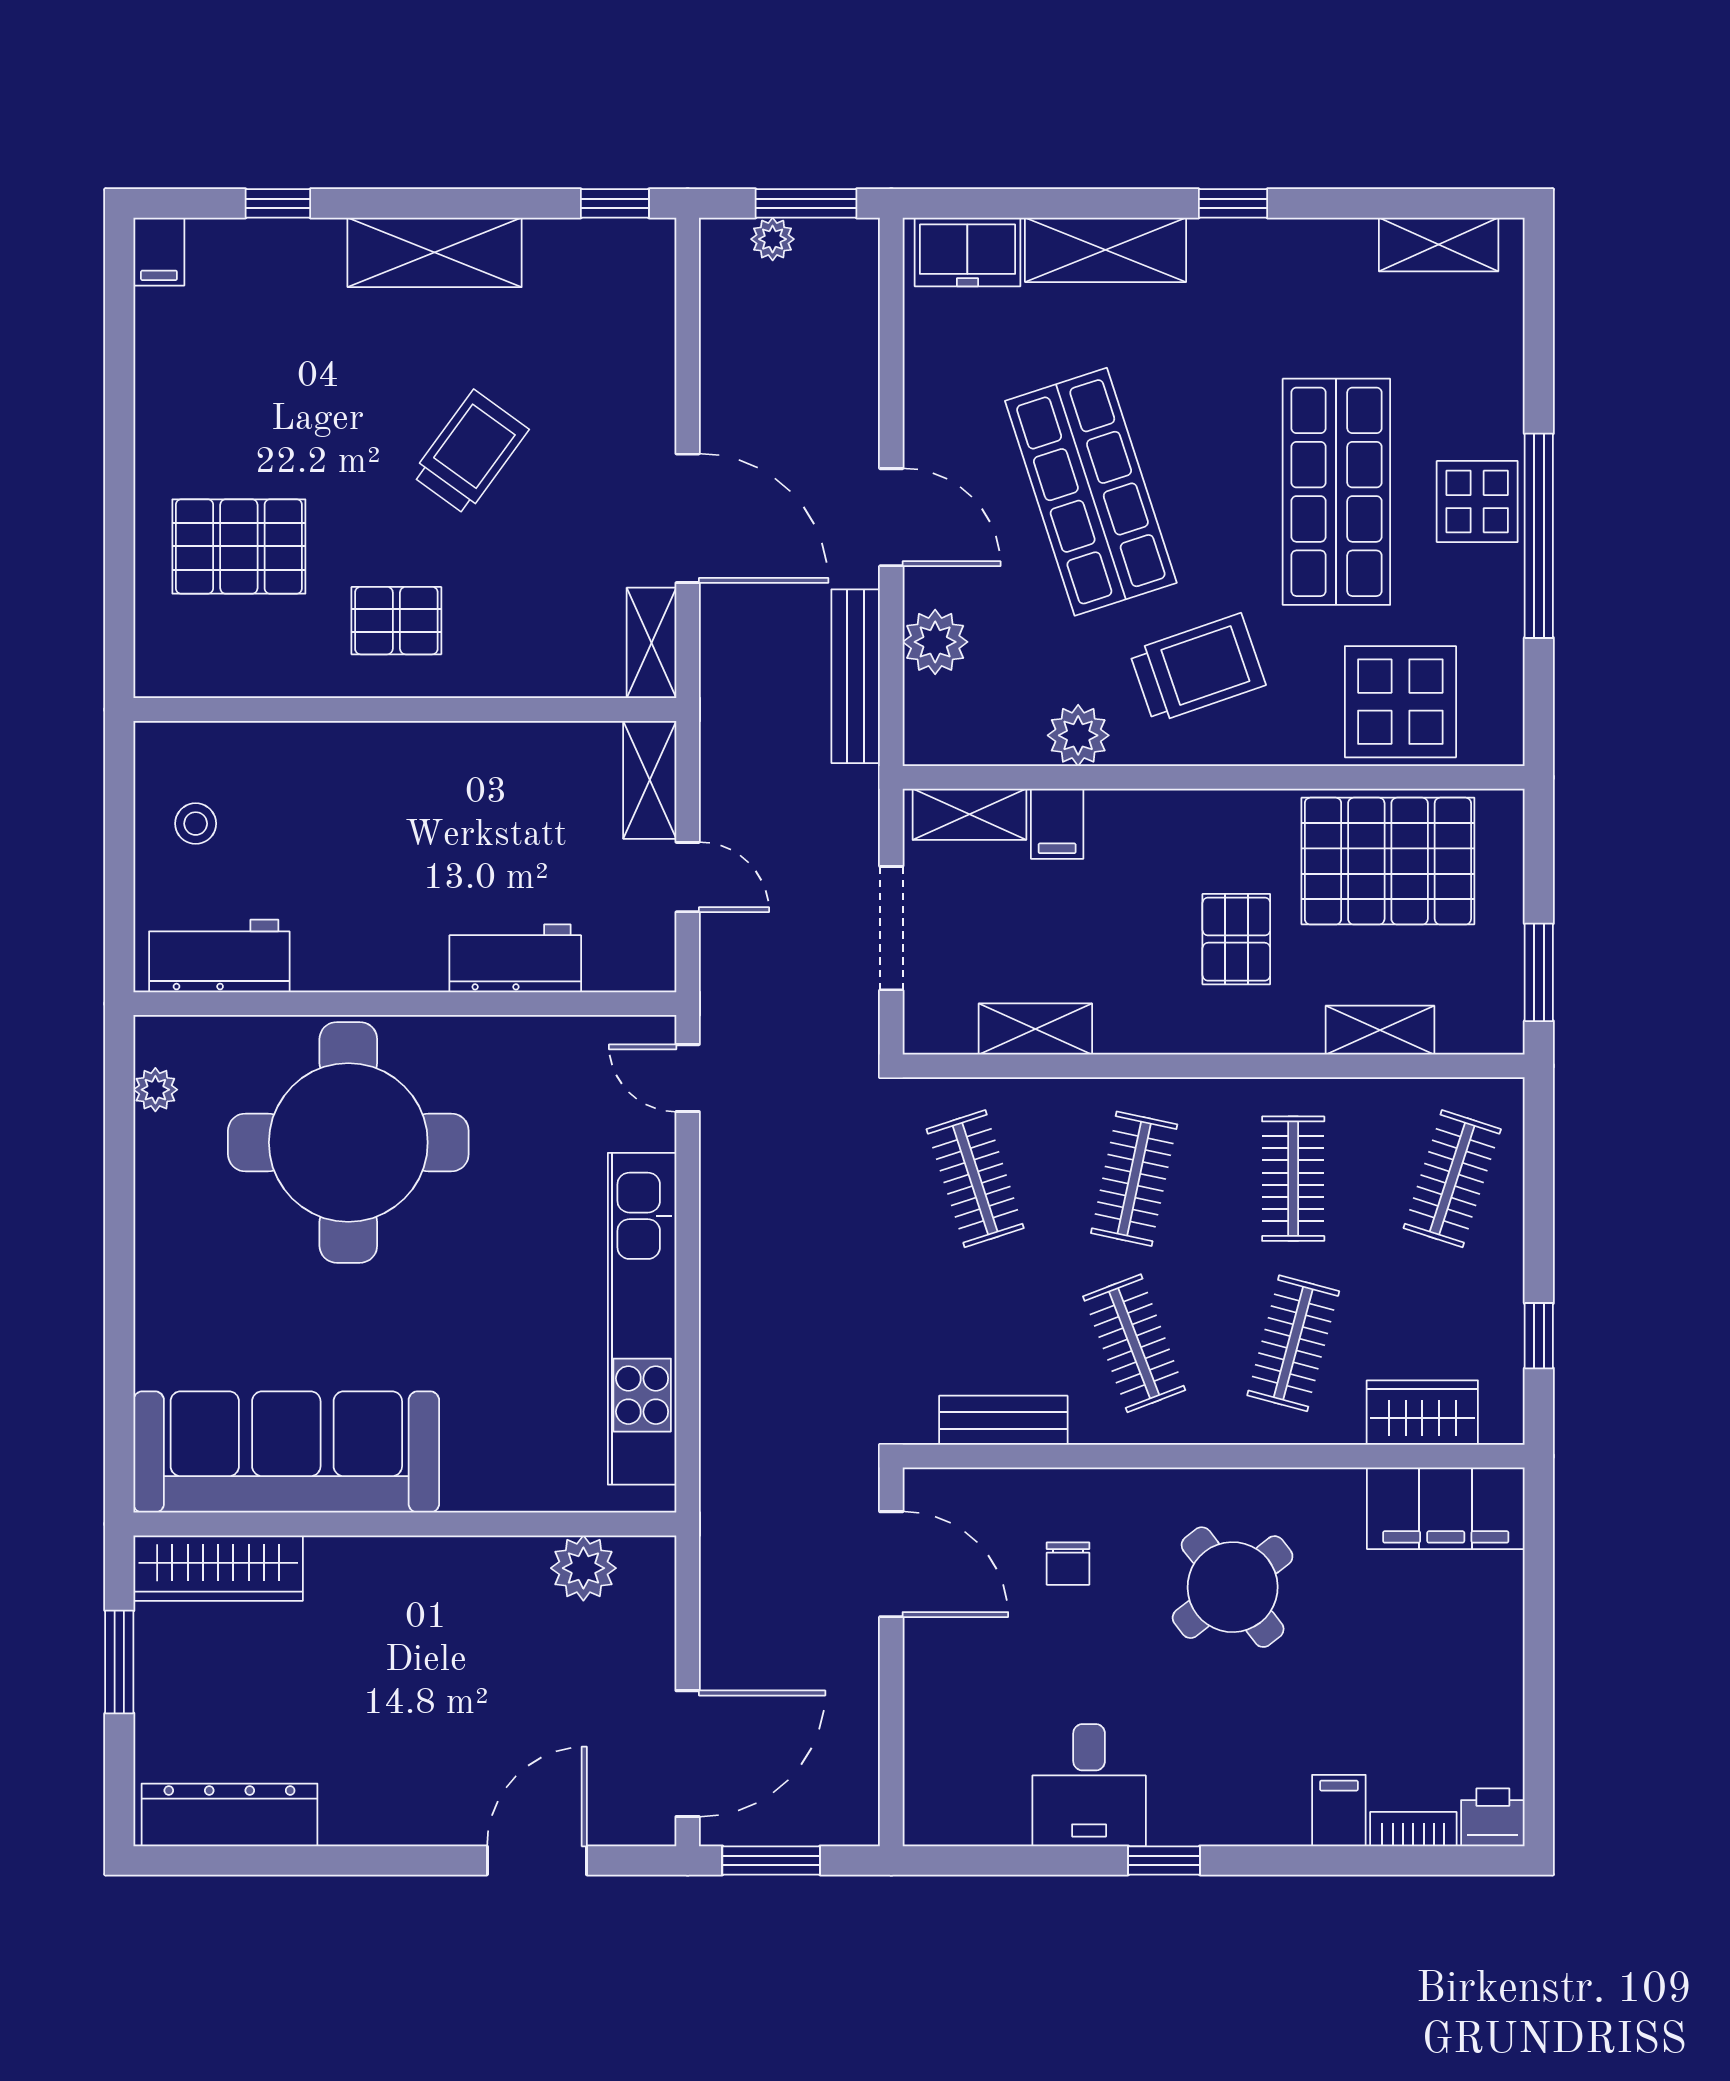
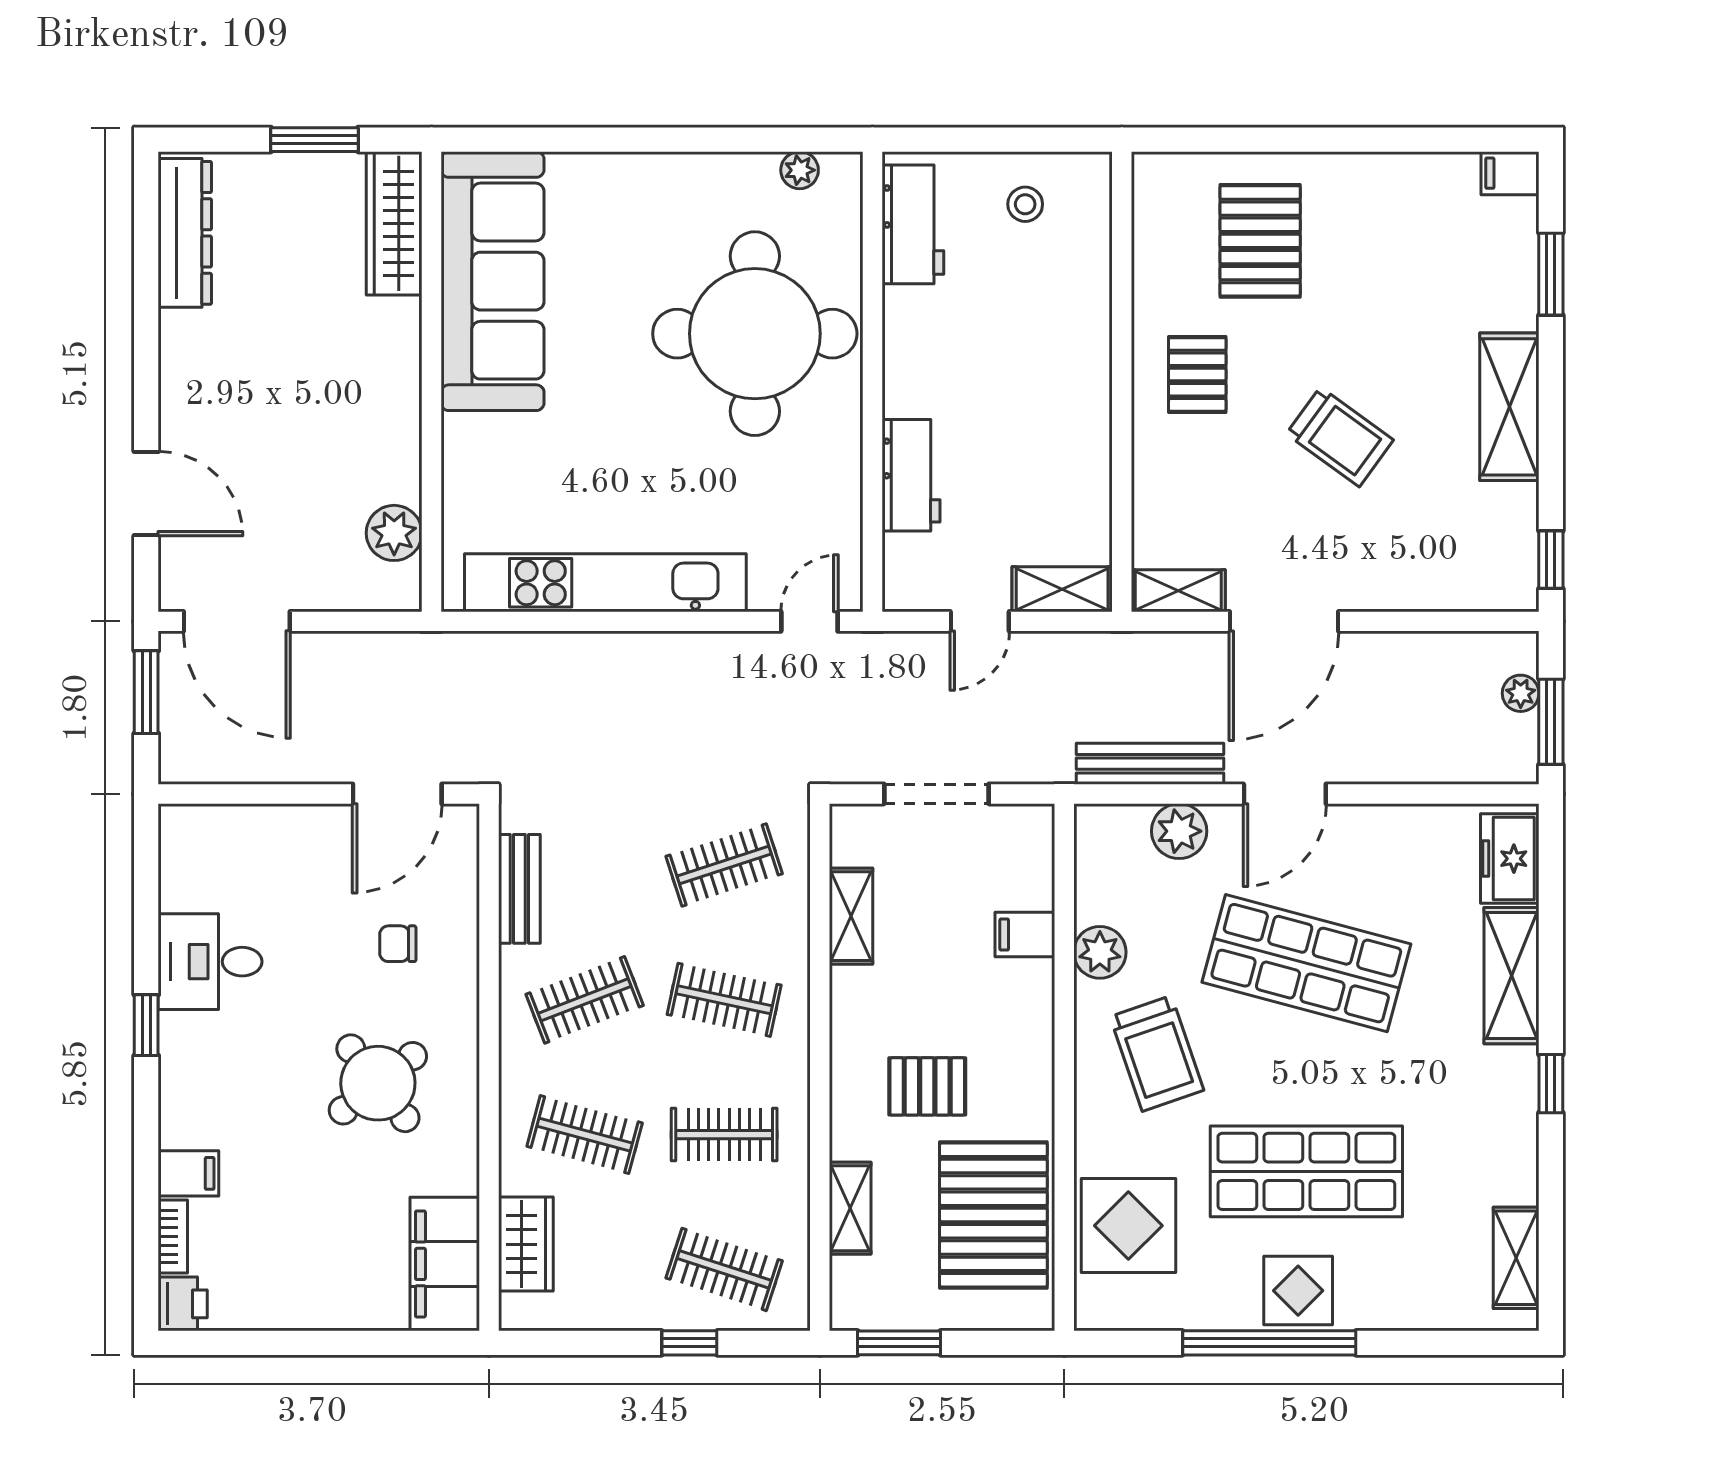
window: (278, 203) -> (1551, 274), width x1.50
shop shelf: (1091, 492) -> (1306, 963), turned 33
shelving: (969, 814) -> (1033, 860), removed
window: (1539, 1336) -> (689, 1343), moved

